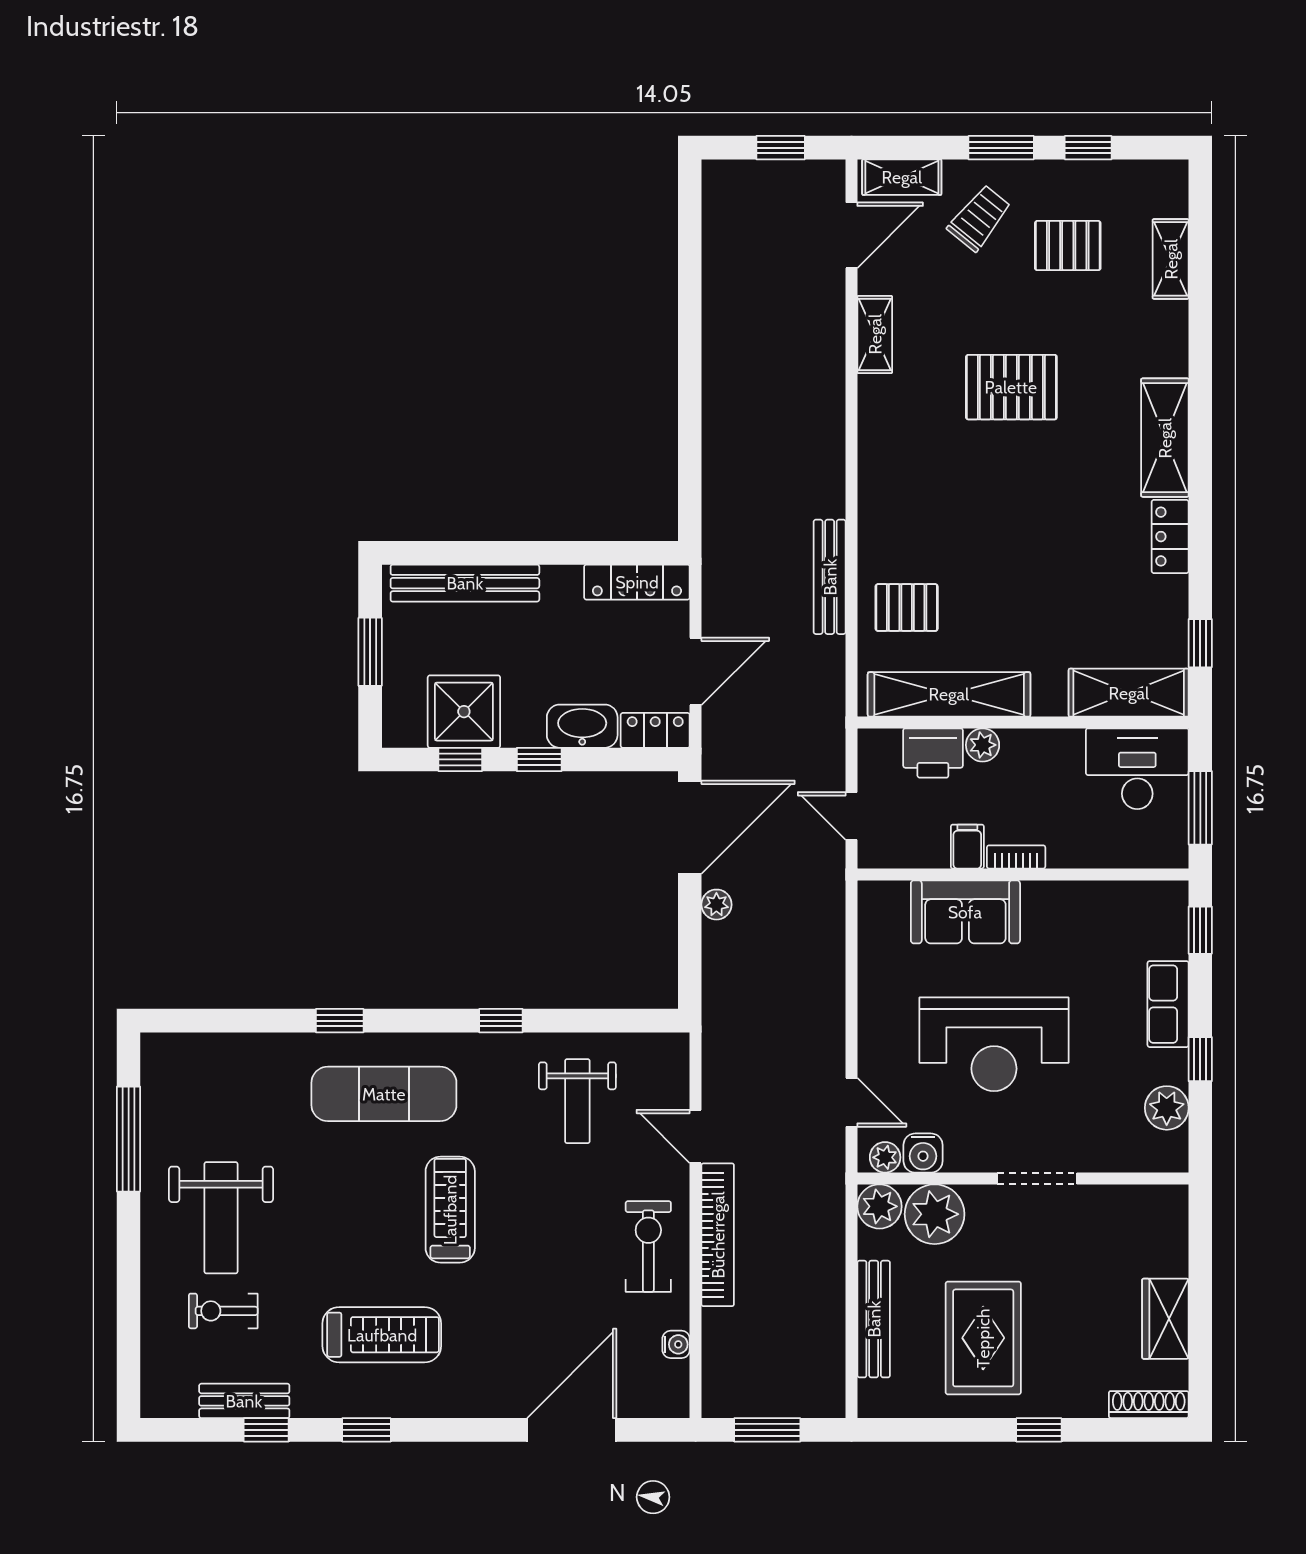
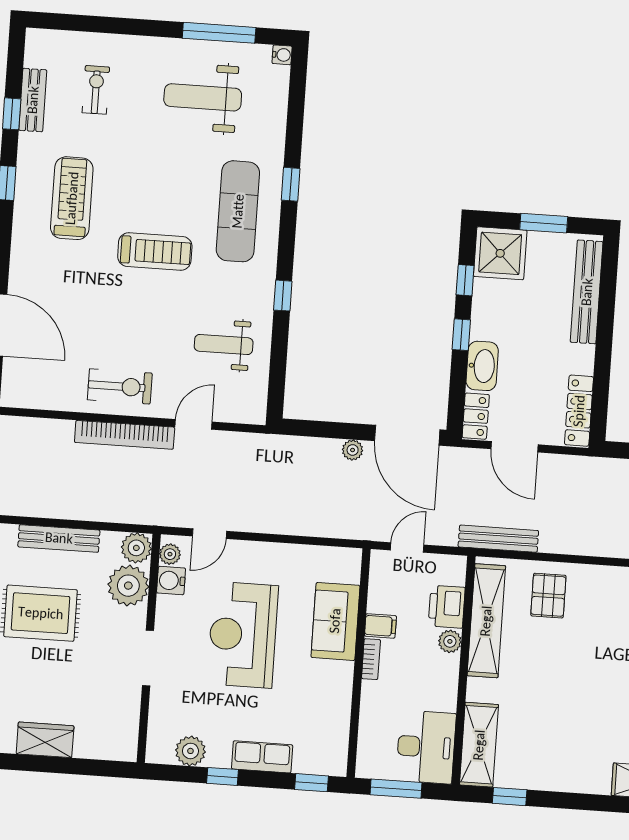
locker: (1170, 537) -> (585, 781), removed
bench: (830, 577) -> (498, 539), moved
shower: (464, 712) -> (500, 253), moved
weight bench: (221, 1218) -> (203, 97), moved
treadmill: (382, 1335) -> (72, 198), turned 180
water cooler: (676, 1344) -> (282, 55), moved, turned -90

